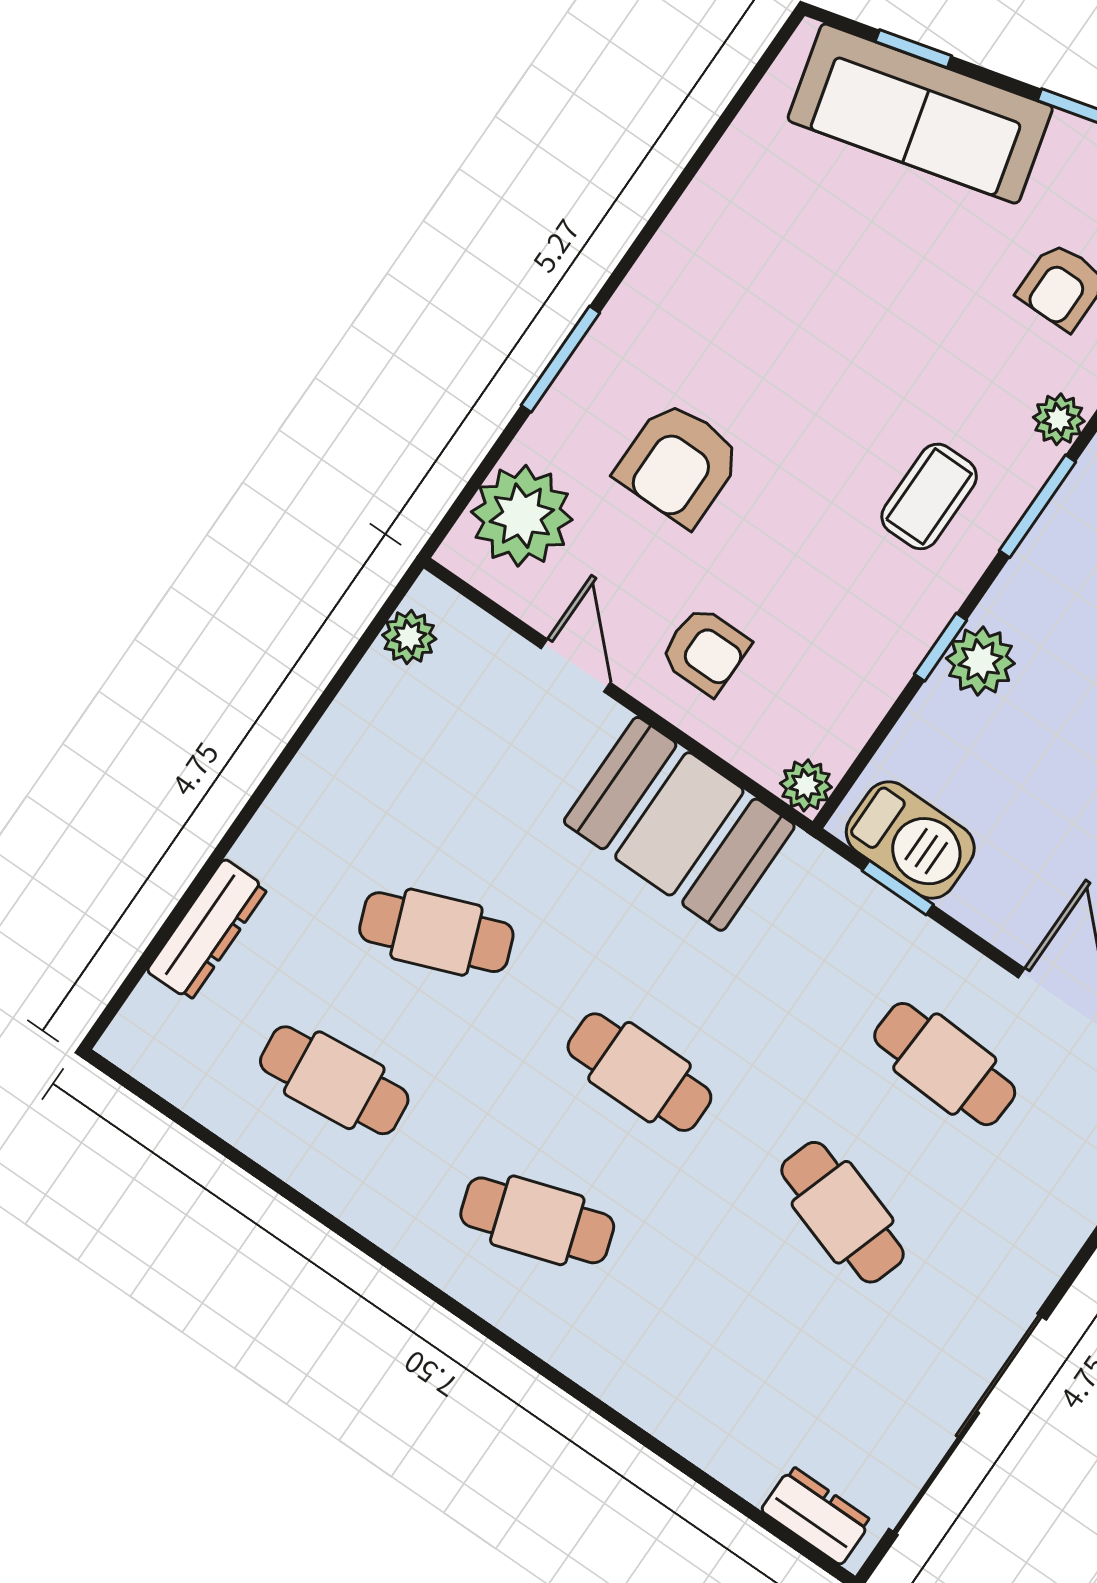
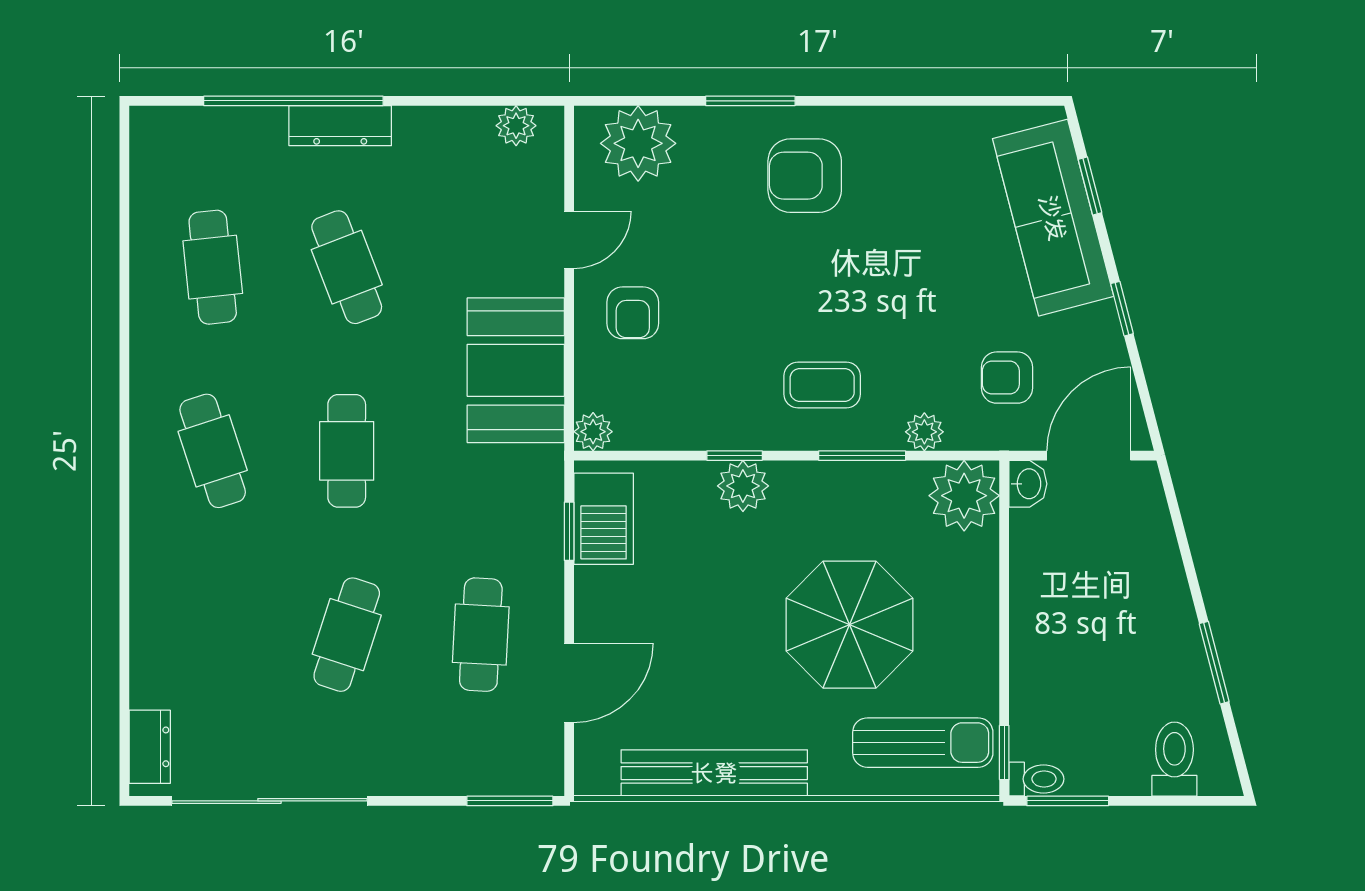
armchair: (679, 464) -> (805, 176), moved
window: (212, 864) -> (293, 101), added
dresser: (207, 930) -> (340, 126), moved

